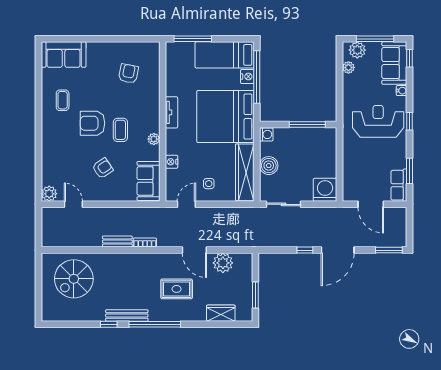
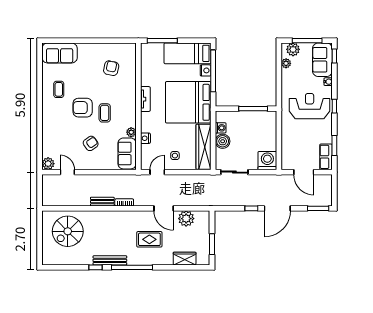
washing machine: (266, 134) -> (221, 128), moved
plant: (154, 139) -> (131, 132), moved

